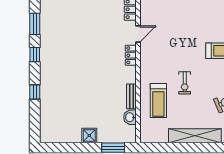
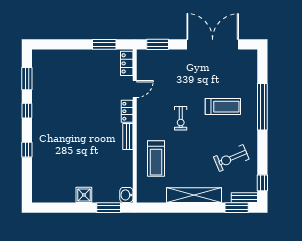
exercise bike: (185, 83) -> (181, 118), moved
bench: (131, 96) -> (128, 137), moved
washbasin: (130, 117) -> (126, 195), moved

